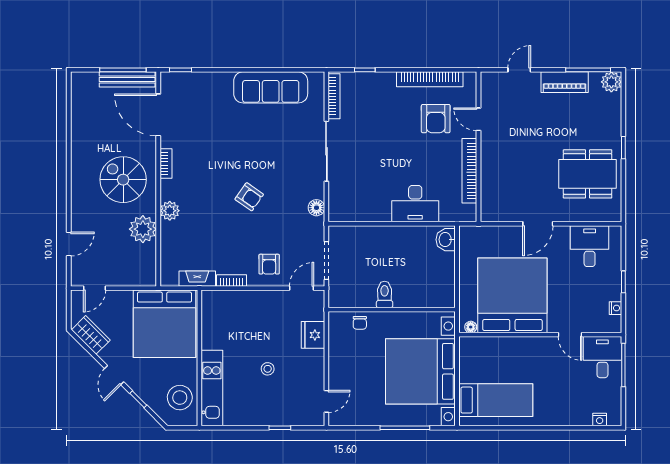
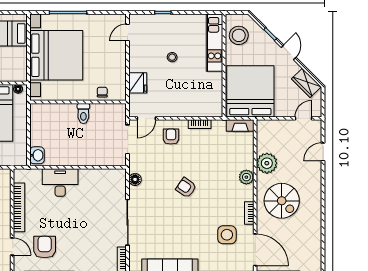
side table: (195, 135) -> (227, 235), added
fireplace: (197, 279) -> (240, 126), moved

